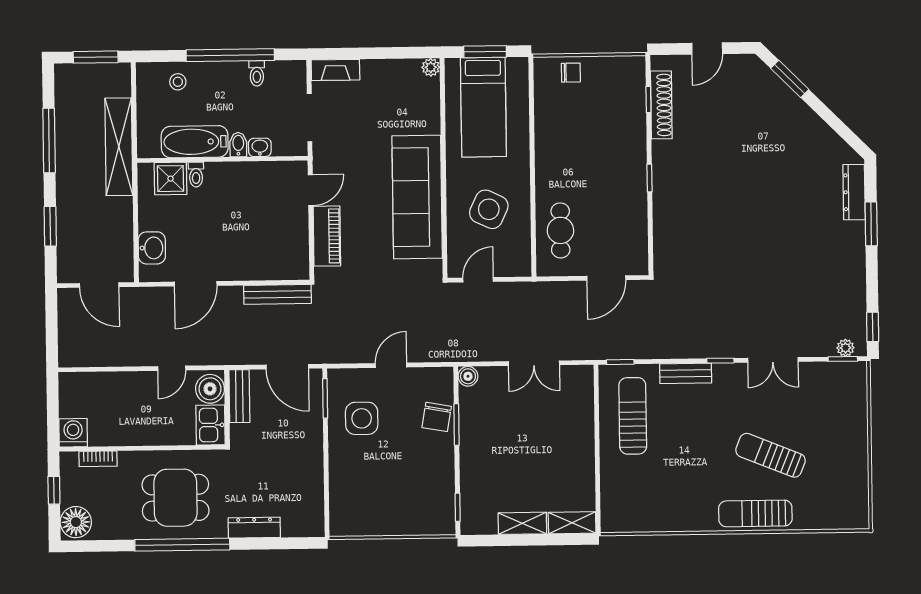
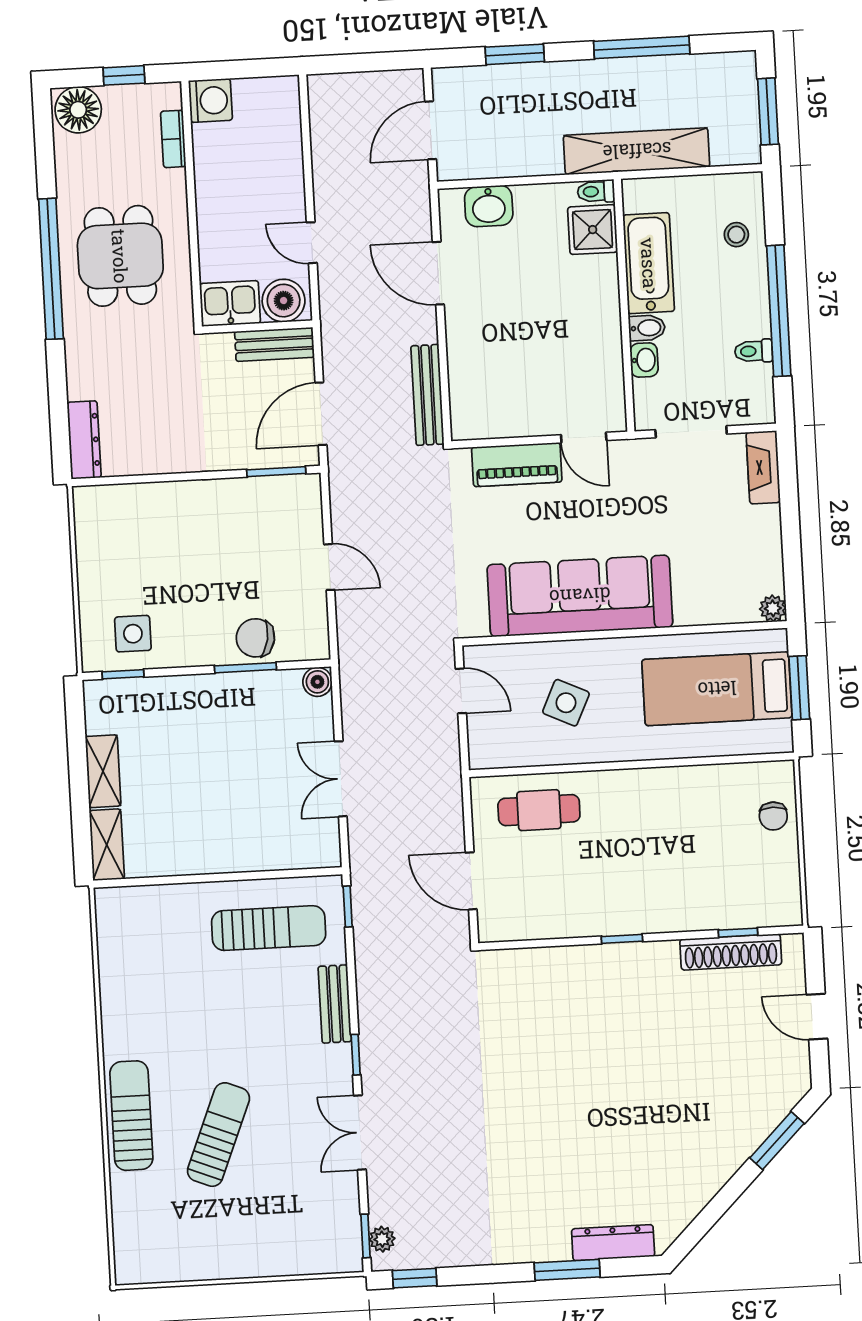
toilet: (196, 175) -> (596, 191), moved
side table: (489, 209) -> (566, 703), width x0.73, depth x0.73
side table: (362, 418) -> (133, 634), moved, width x0.73, depth x0.73
dresser: (254, 528) -> (84, 440), moved

